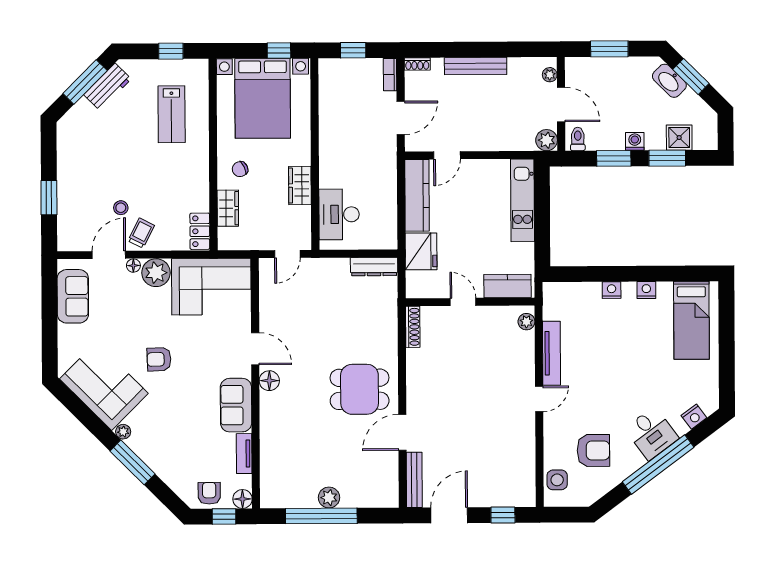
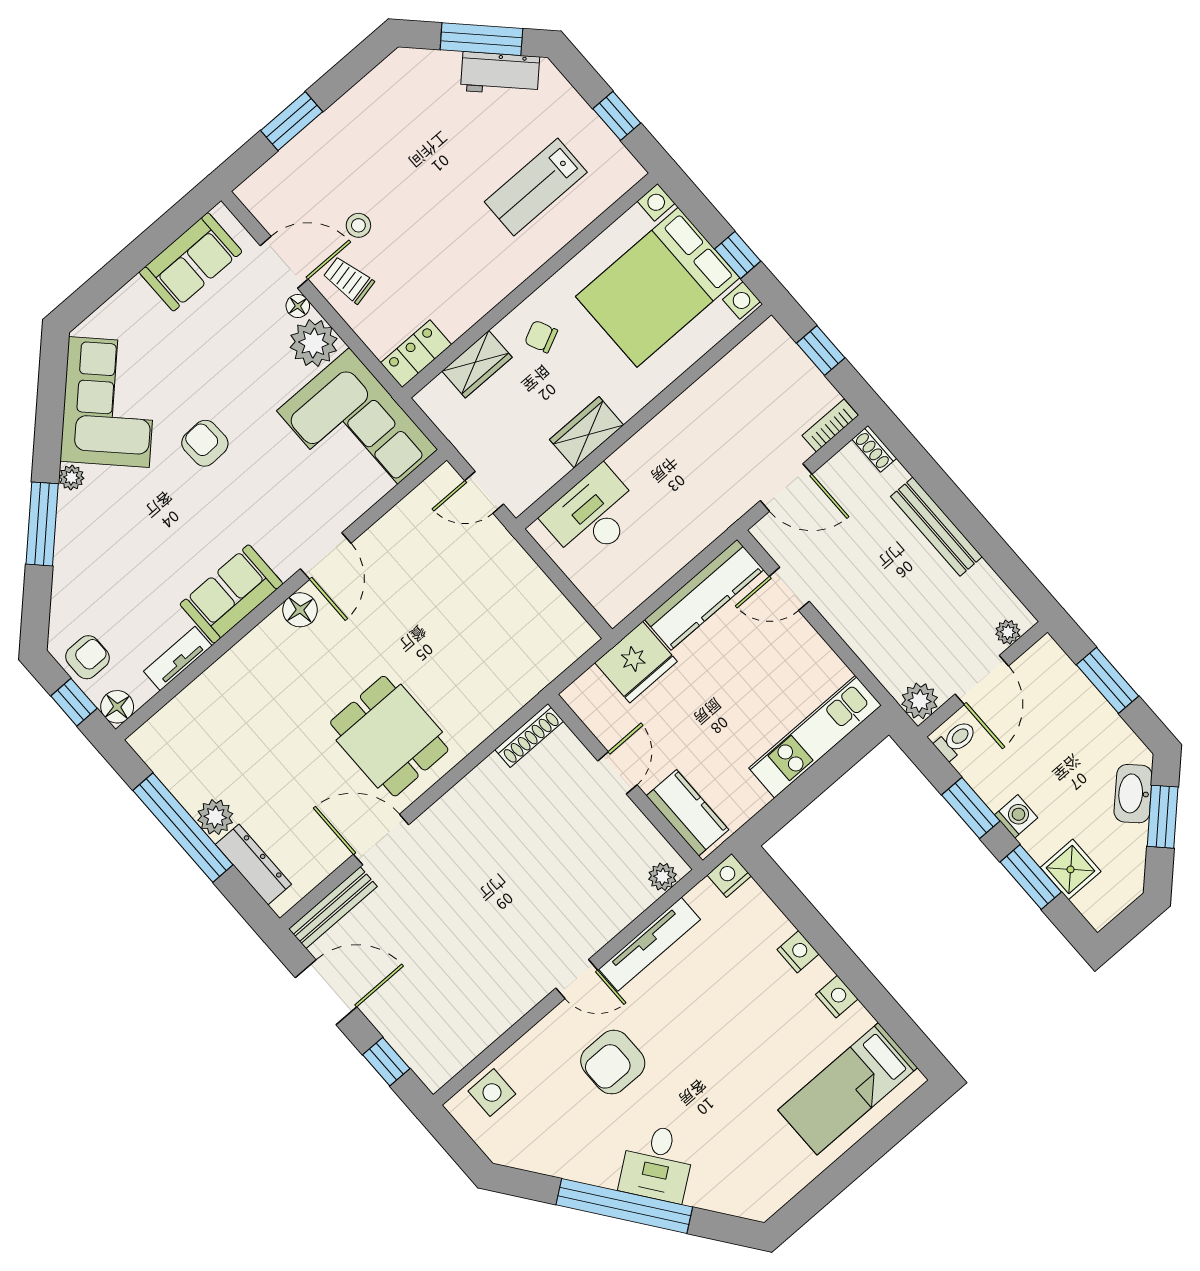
trolley: (141, 233) -> (348, 280), turned -129
dresser: (374, 267) -> (253, 864), moved, turned 180
nightstand: (694, 417) -> (729, 875), moved, turned 127
armchair: (593, 450) -> (613, 1062), moved, turned 90

